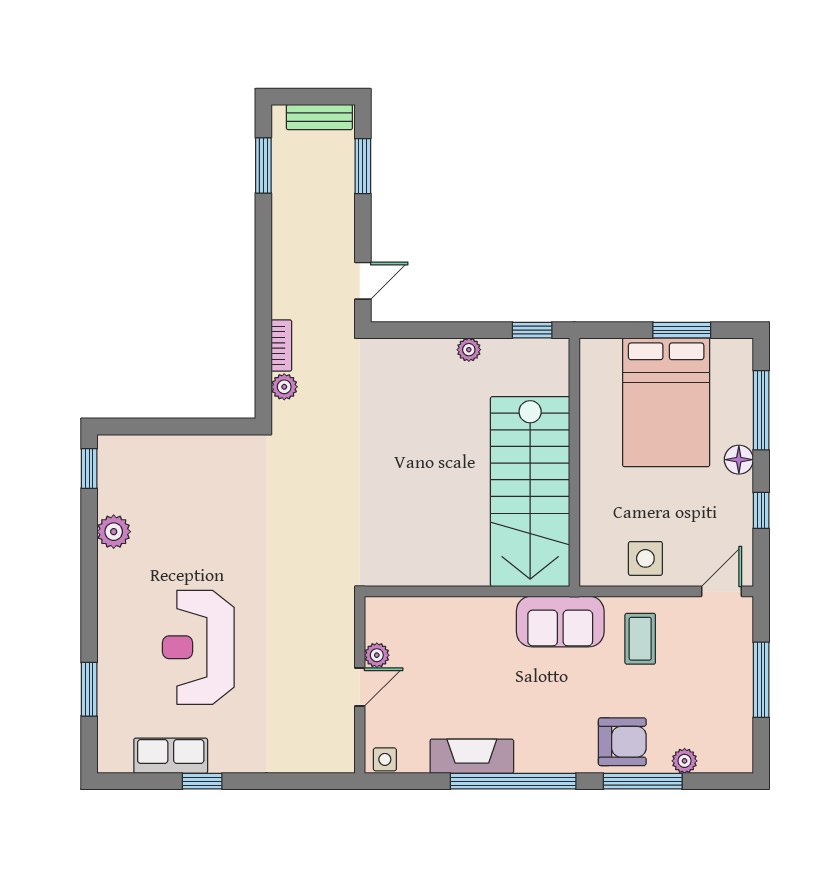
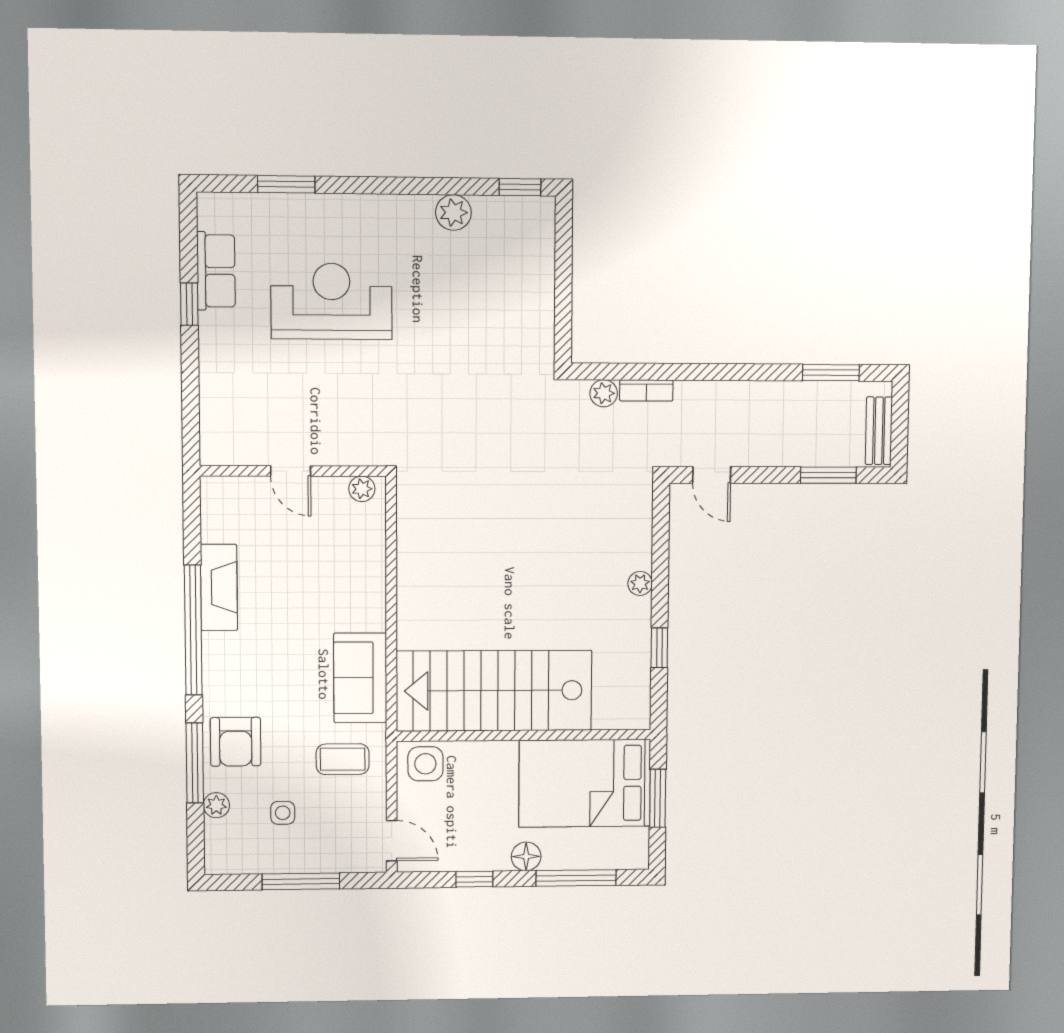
wall: (574, 462) -> (524, 735), moved
stairs: (530, 492) -> (494, 691), moved
plant: (377, 655) -> (362, 489), moved
side table: (385, 759) -> (283, 813), moved

